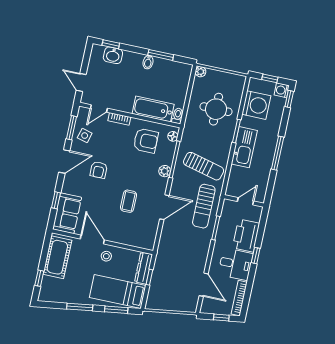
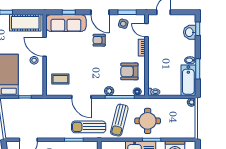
bathtub: (153, 109) -> (188, 80), moved, turned 180
round table: (216, 109) -> (148, 121), moved
armchair: (146, 141) -> (129, 71), turned 90
coffee table: (129, 201) -> (60, 79), moved
sofa: (67, 213) -> (66, 23), width x1.36
door: (92, 240) -> (45, 47), swing flipped
dresser: (144, 268) -> (31, 91), removed

